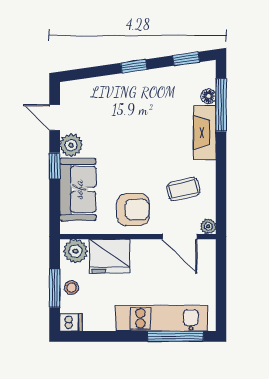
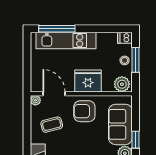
fridge: (109, 256) -> (88, 81), moved

